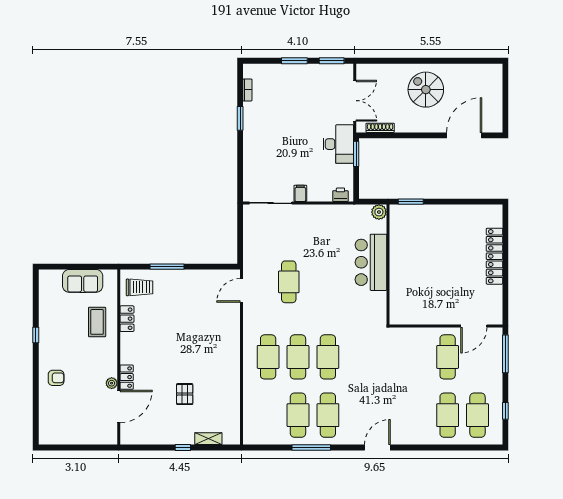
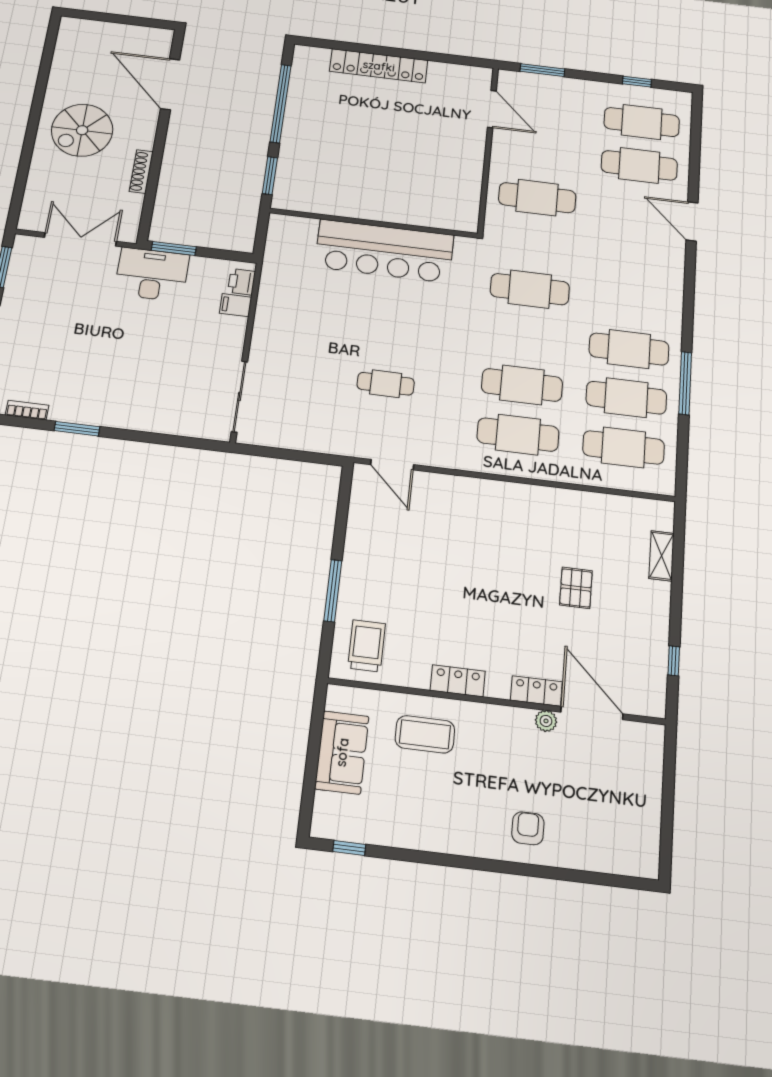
shoe rack: (380, 128) -> (141, 172), moved
filing cabinet: (300, 193) -> (236, 305), moved
window: (460, 202) -> (281, 104), added
plant: (379, 212) -> (281, 226), removed
bar counter: (371, 262) -> (384, 251), width x1.36
cafe table: (289, 282) -> (386, 384), width x0.73, depth x0.74
locker: (127, 319) -> (458, 681), moved
window: (36, 335) -> (349, 848), moved
window: (505, 354) -> (542, 70), width x0.69
cafe table: (328, 357) -> (530, 289), moved
cafe table: (448, 357) -> (537, 198), moved
pallet: (185, 394) -> (576, 588), turned 90
cafe table: (268, 415) -> (624, 447), added
window: (183, 448) -> (674, 661), moved
door: (377, 448) -> (692, 221), moved

